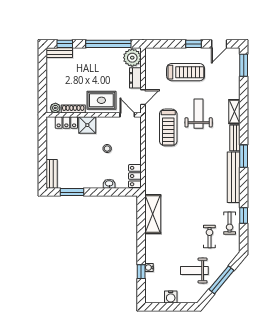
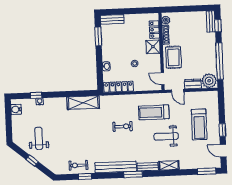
weight bench: (199, 114) -> (166, 136), turned 180
door: (127, 115) -> (163, 79), swing flipped
locker: (135, 176) -> (119, 87), width x1.53
exercise bike: (209, 237) -> (123, 126), moved
window: (221, 280) -> (32, 161), width x0.46
water cooler: (171, 297) -> (16, 109), moved

